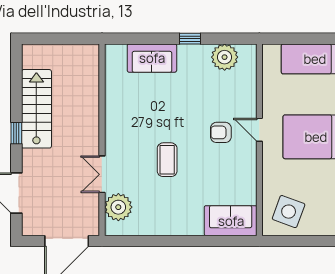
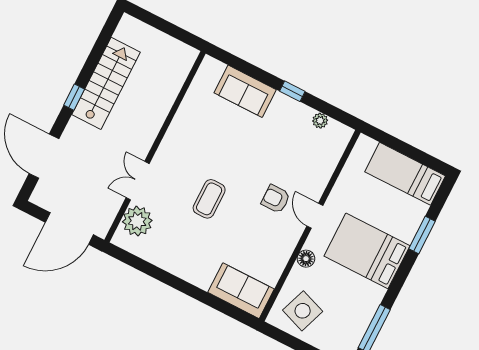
plant: (225, 57) -> (320, 121), width x0.53, depth x0.53
floor lamp: (270, 168) -> (306, 259), added

